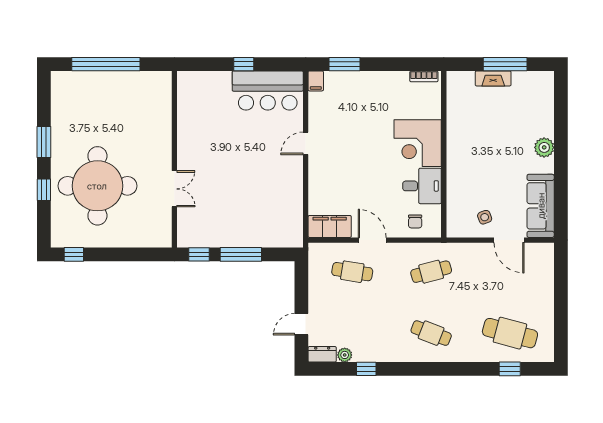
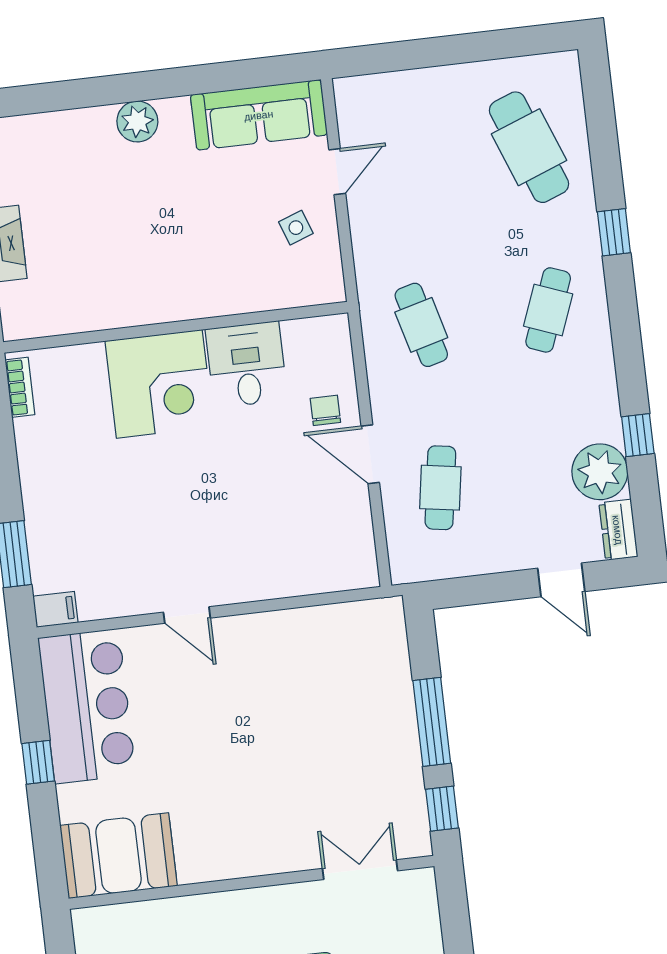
booth: (195, 97) -> (119, 856), added
double door: (174, 189) -> (360, 870), moved
chair: (415, 222) -> (325, 410), moved, turned -90
filing cabinet: (330, 226) -> (353, 545), removed
door: (372, 240) -> (370, 454), hinge flipped
door: (509, 240) -> (337, 172), width x0.73
cafe table: (510, 333) -> (529, 147), turned -36
plant: (345, 355) -> (600, 472), width x1.88, depth x1.88
window: (510, 369) -> (614, 232), moved

